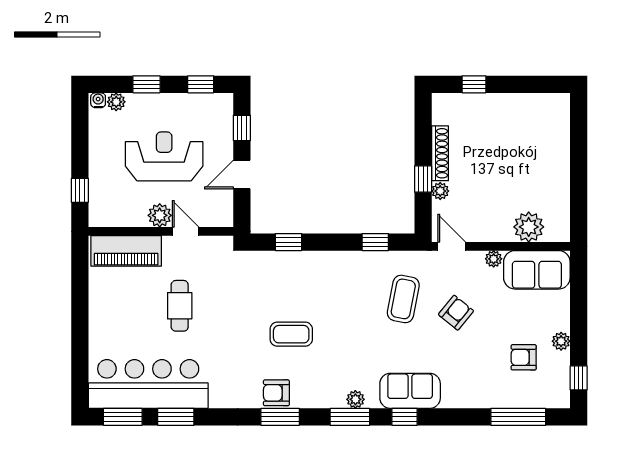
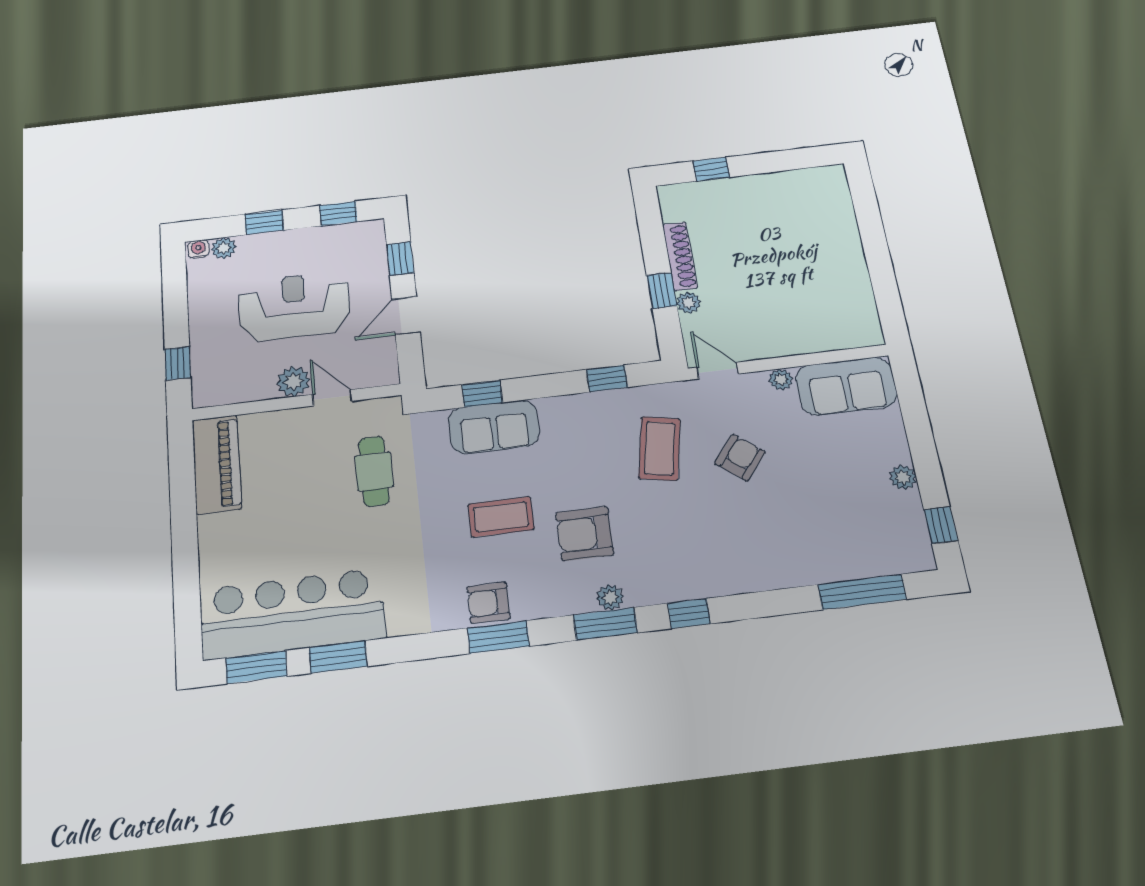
plant: (529, 227) -> (823, 333), removed
piano: (126, 251) -> (217, 464), moved, turned -90
cafe table: (180, 306) -> (374, 471), moved
armchair: (524, 357) -> (585, 534), moved, width x1.38, depth x1.38
sofa: (410, 391) -> (494, 427), moved, turned 180

